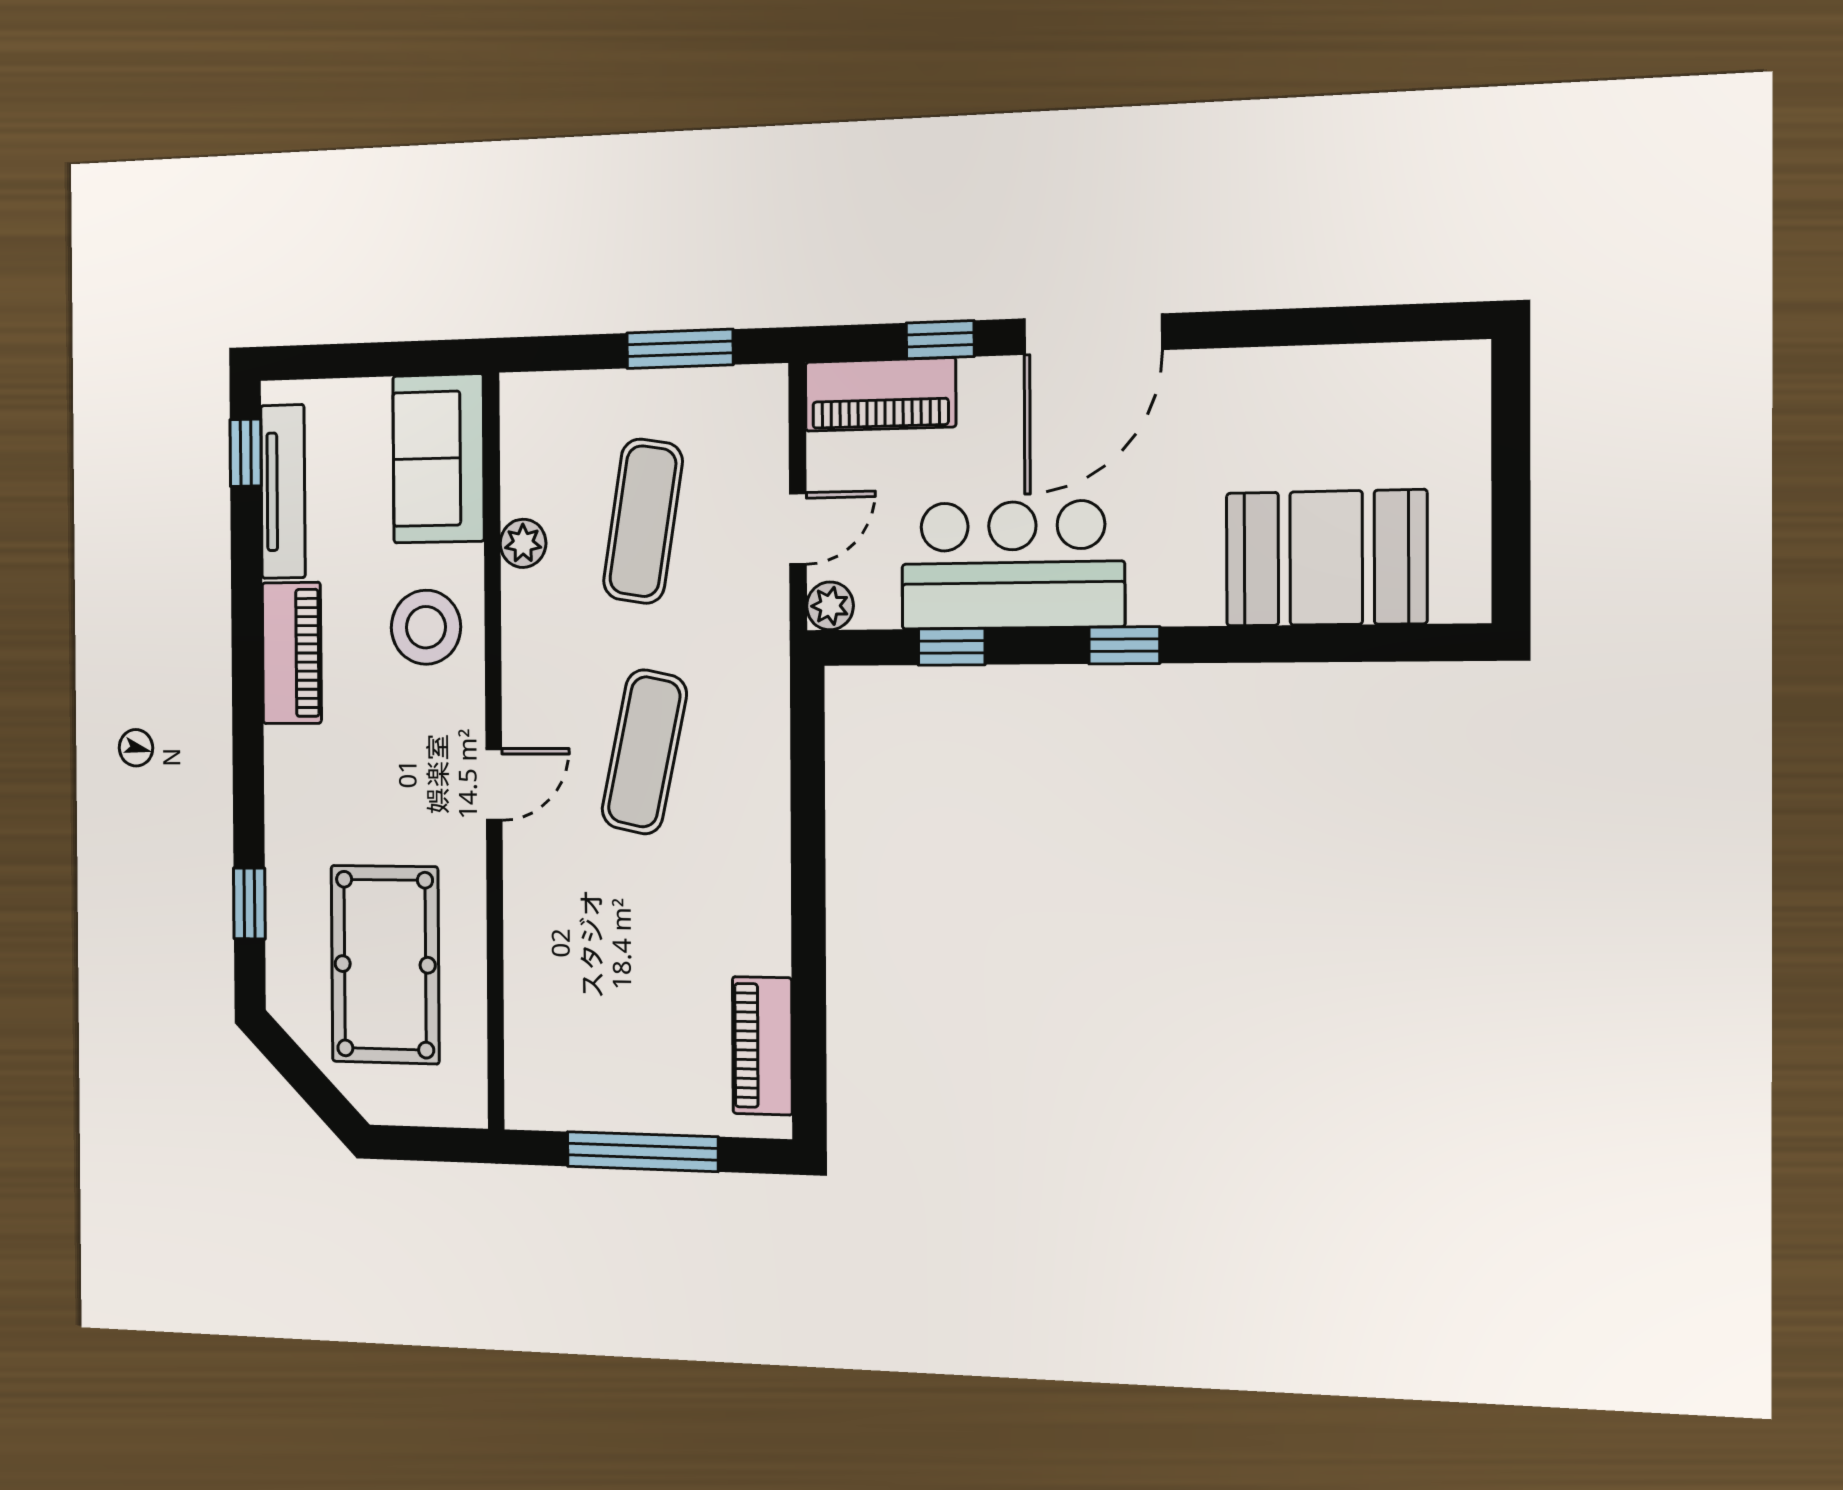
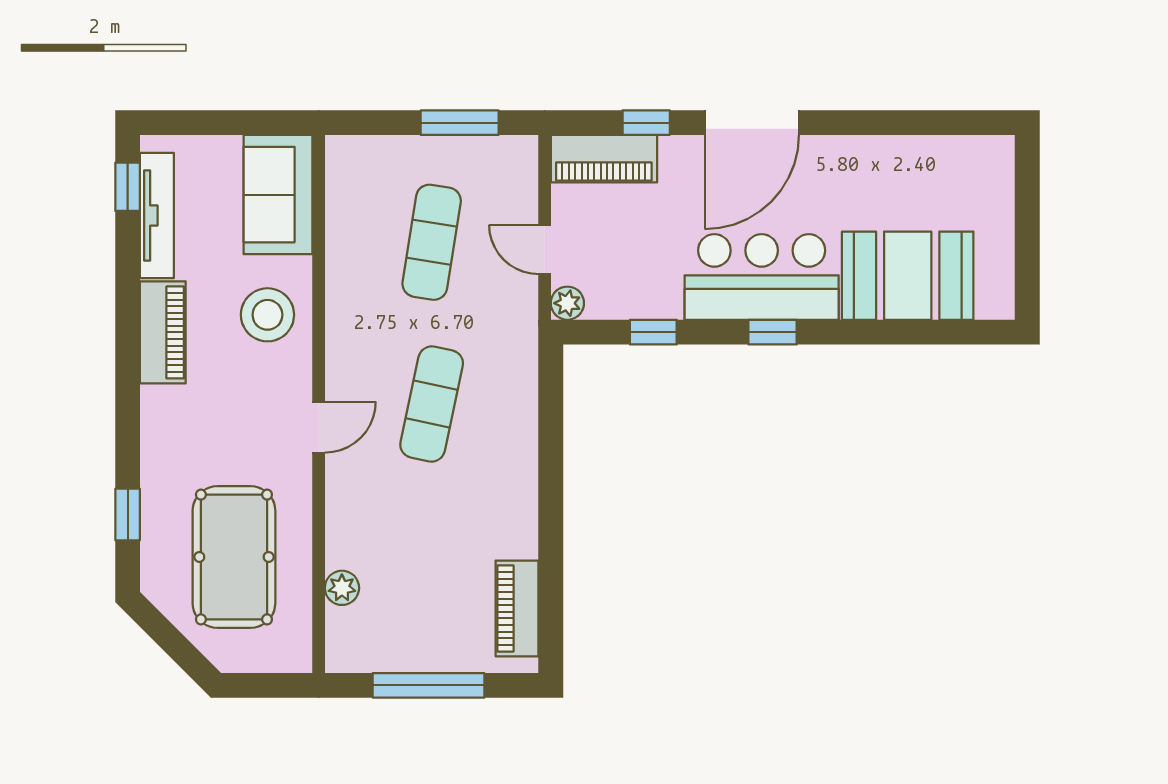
door: (798, 529) -> (545, 249), swing flipped
plant: (523, 543) -> (342, 588), moved
bar counter: (1013, 565) -> (762, 277), moved

